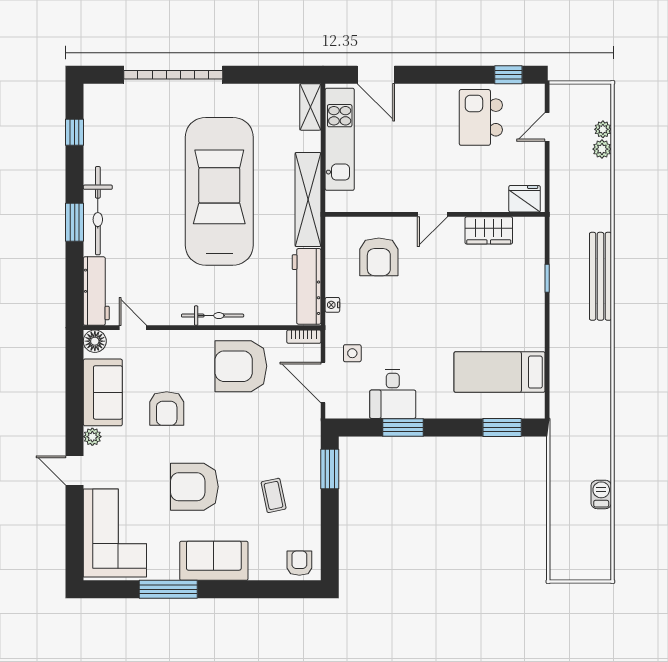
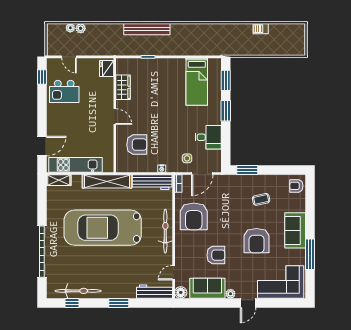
bicycle: (98, 211) -> (78, 291), moved
bicycle: (213, 316) -> (165, 231), width x1.37, depth x1.40
window: (403, 427) -> (226, 111), moved

